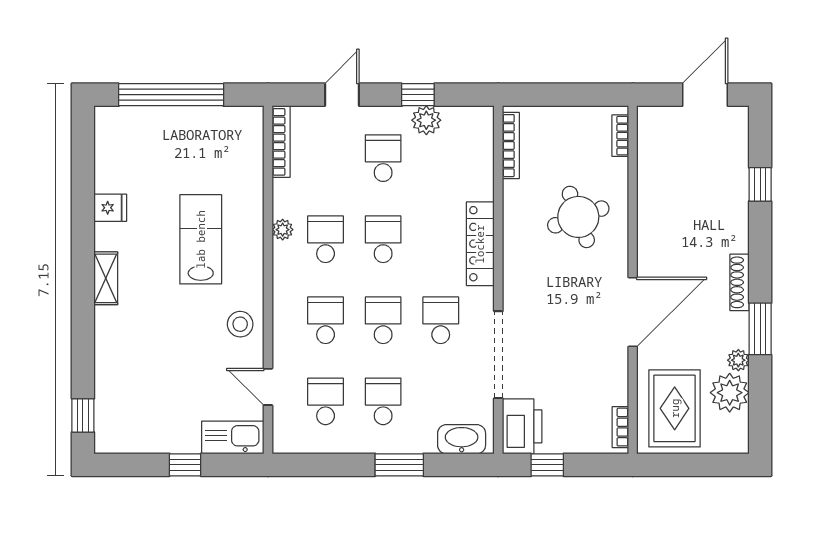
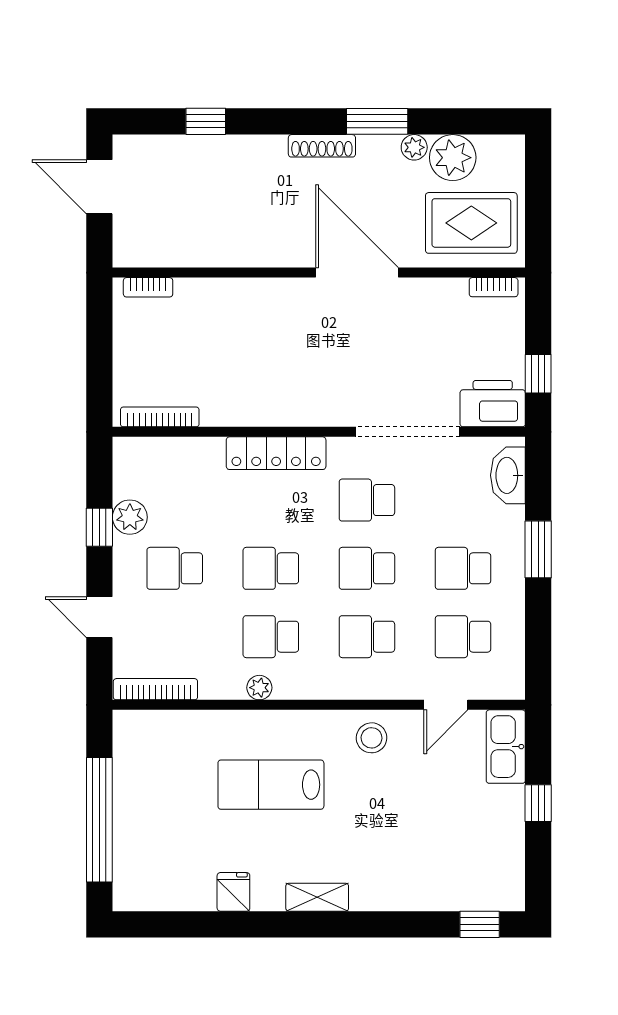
round table: (578, 217) -> (244, 337), removed

